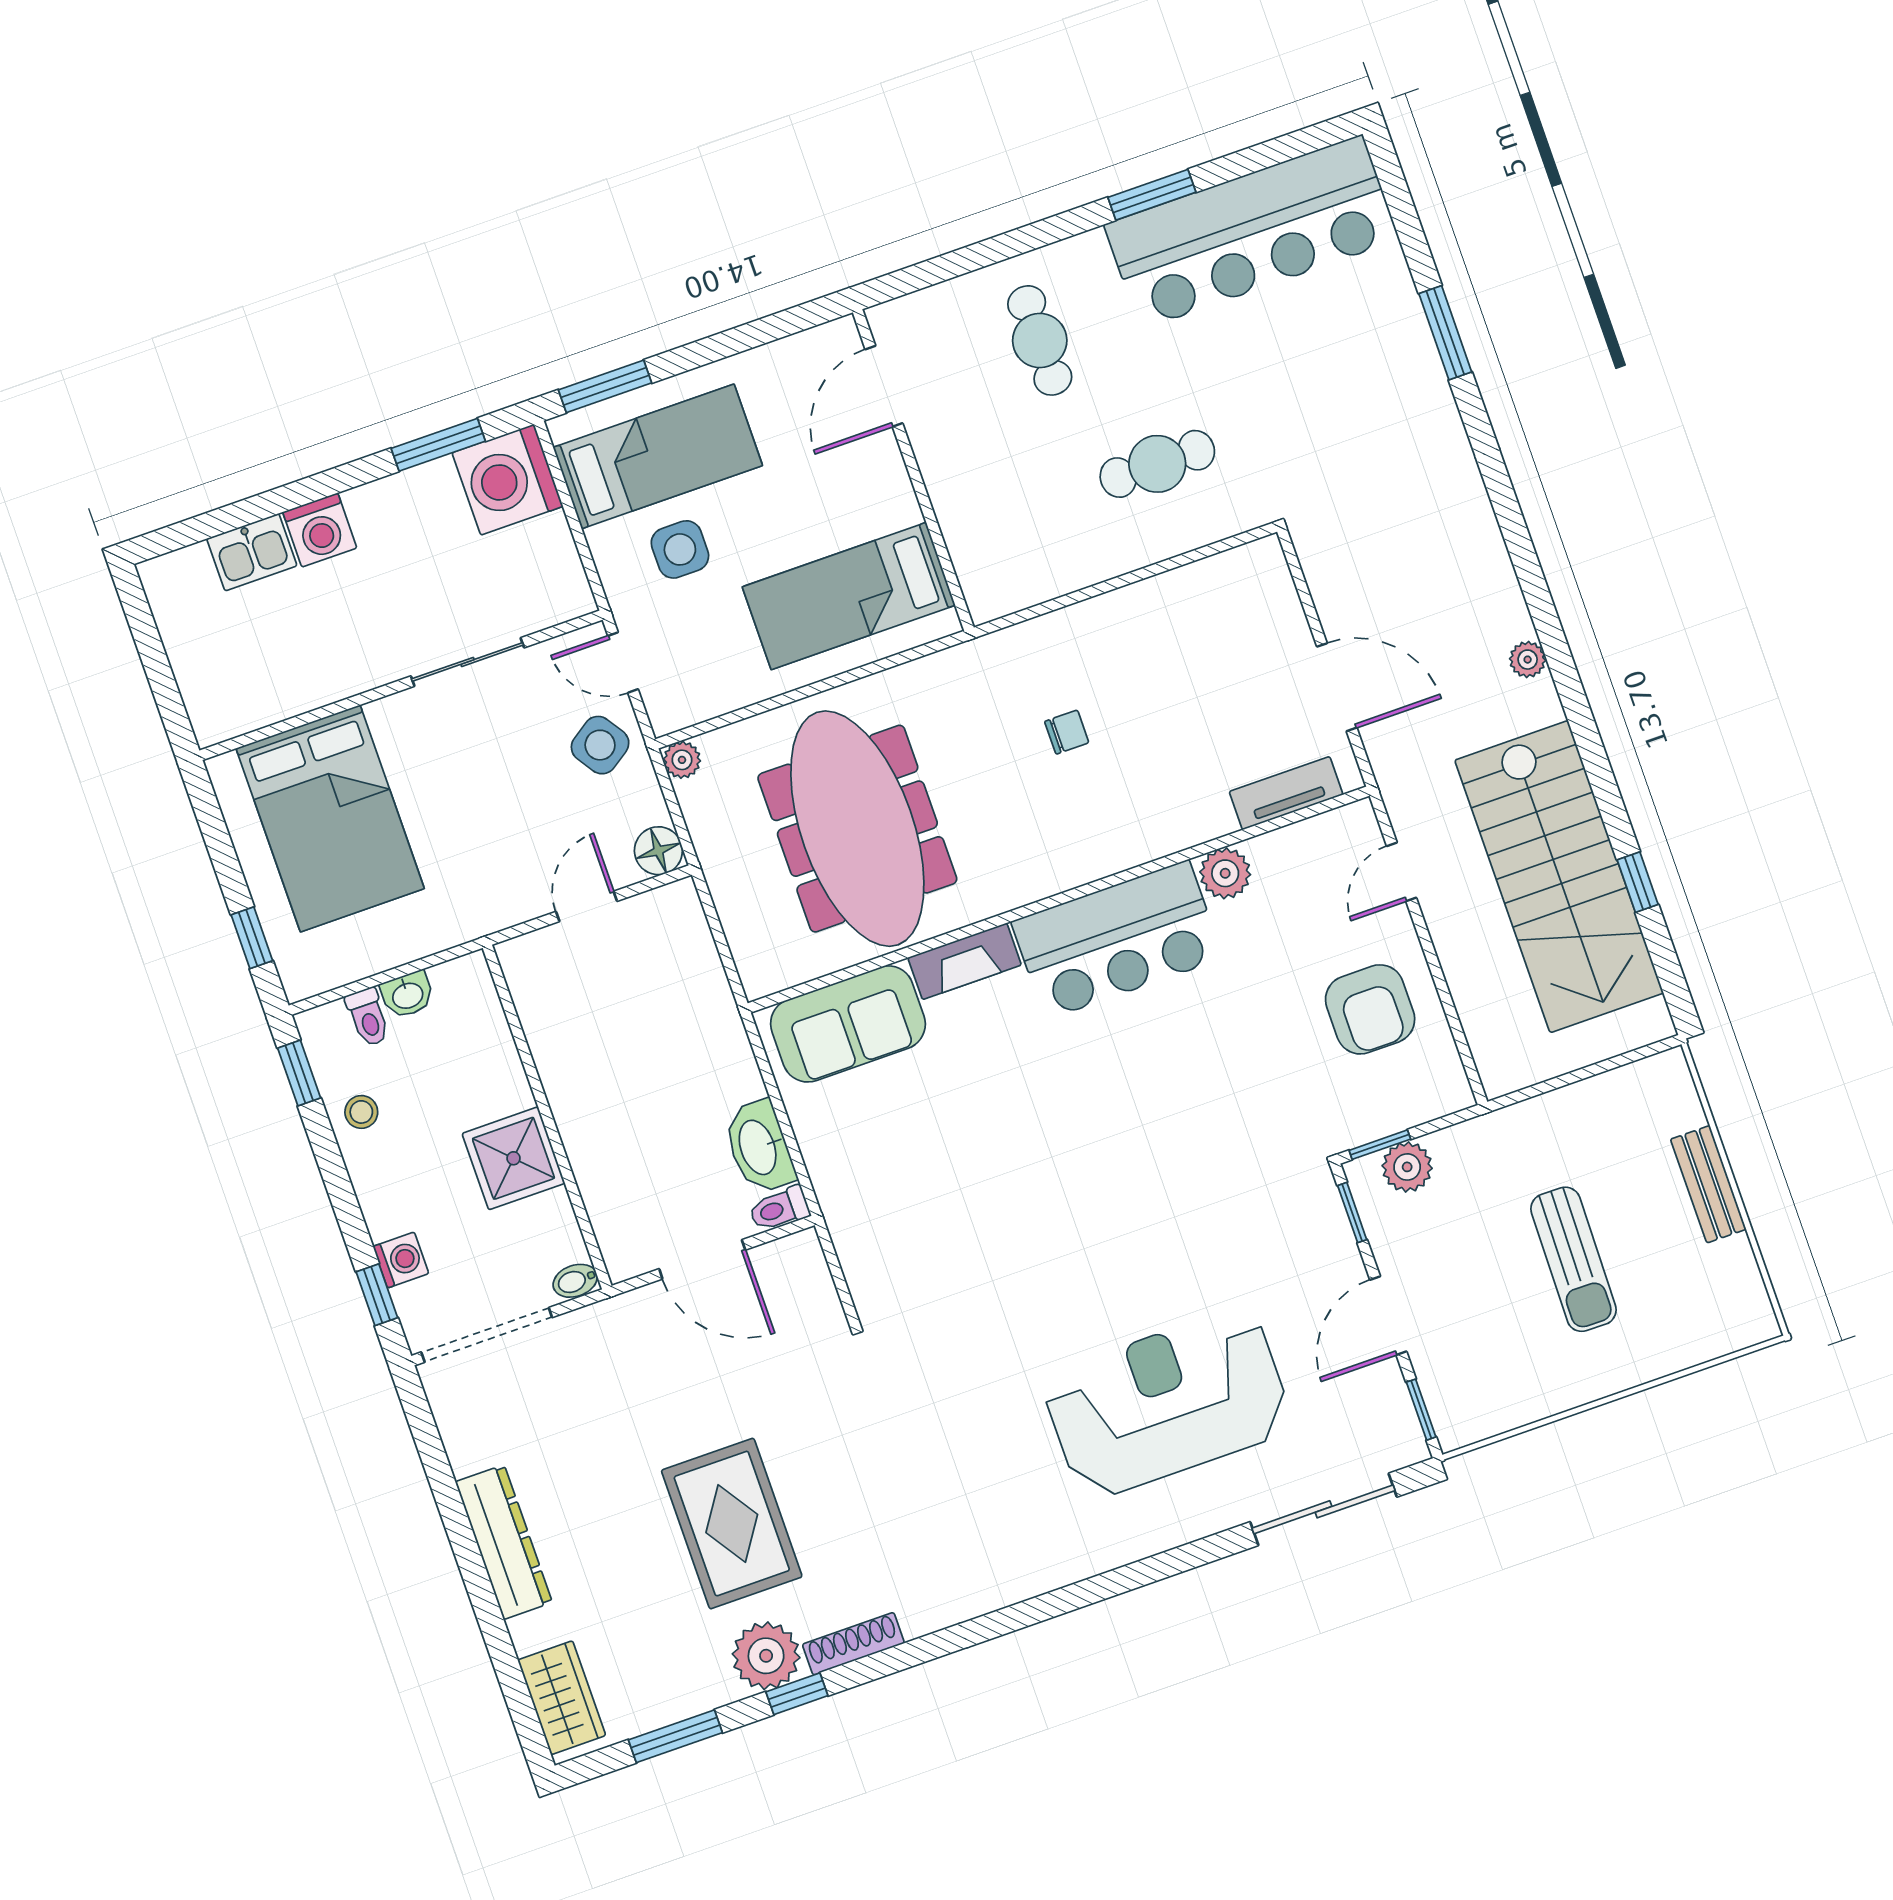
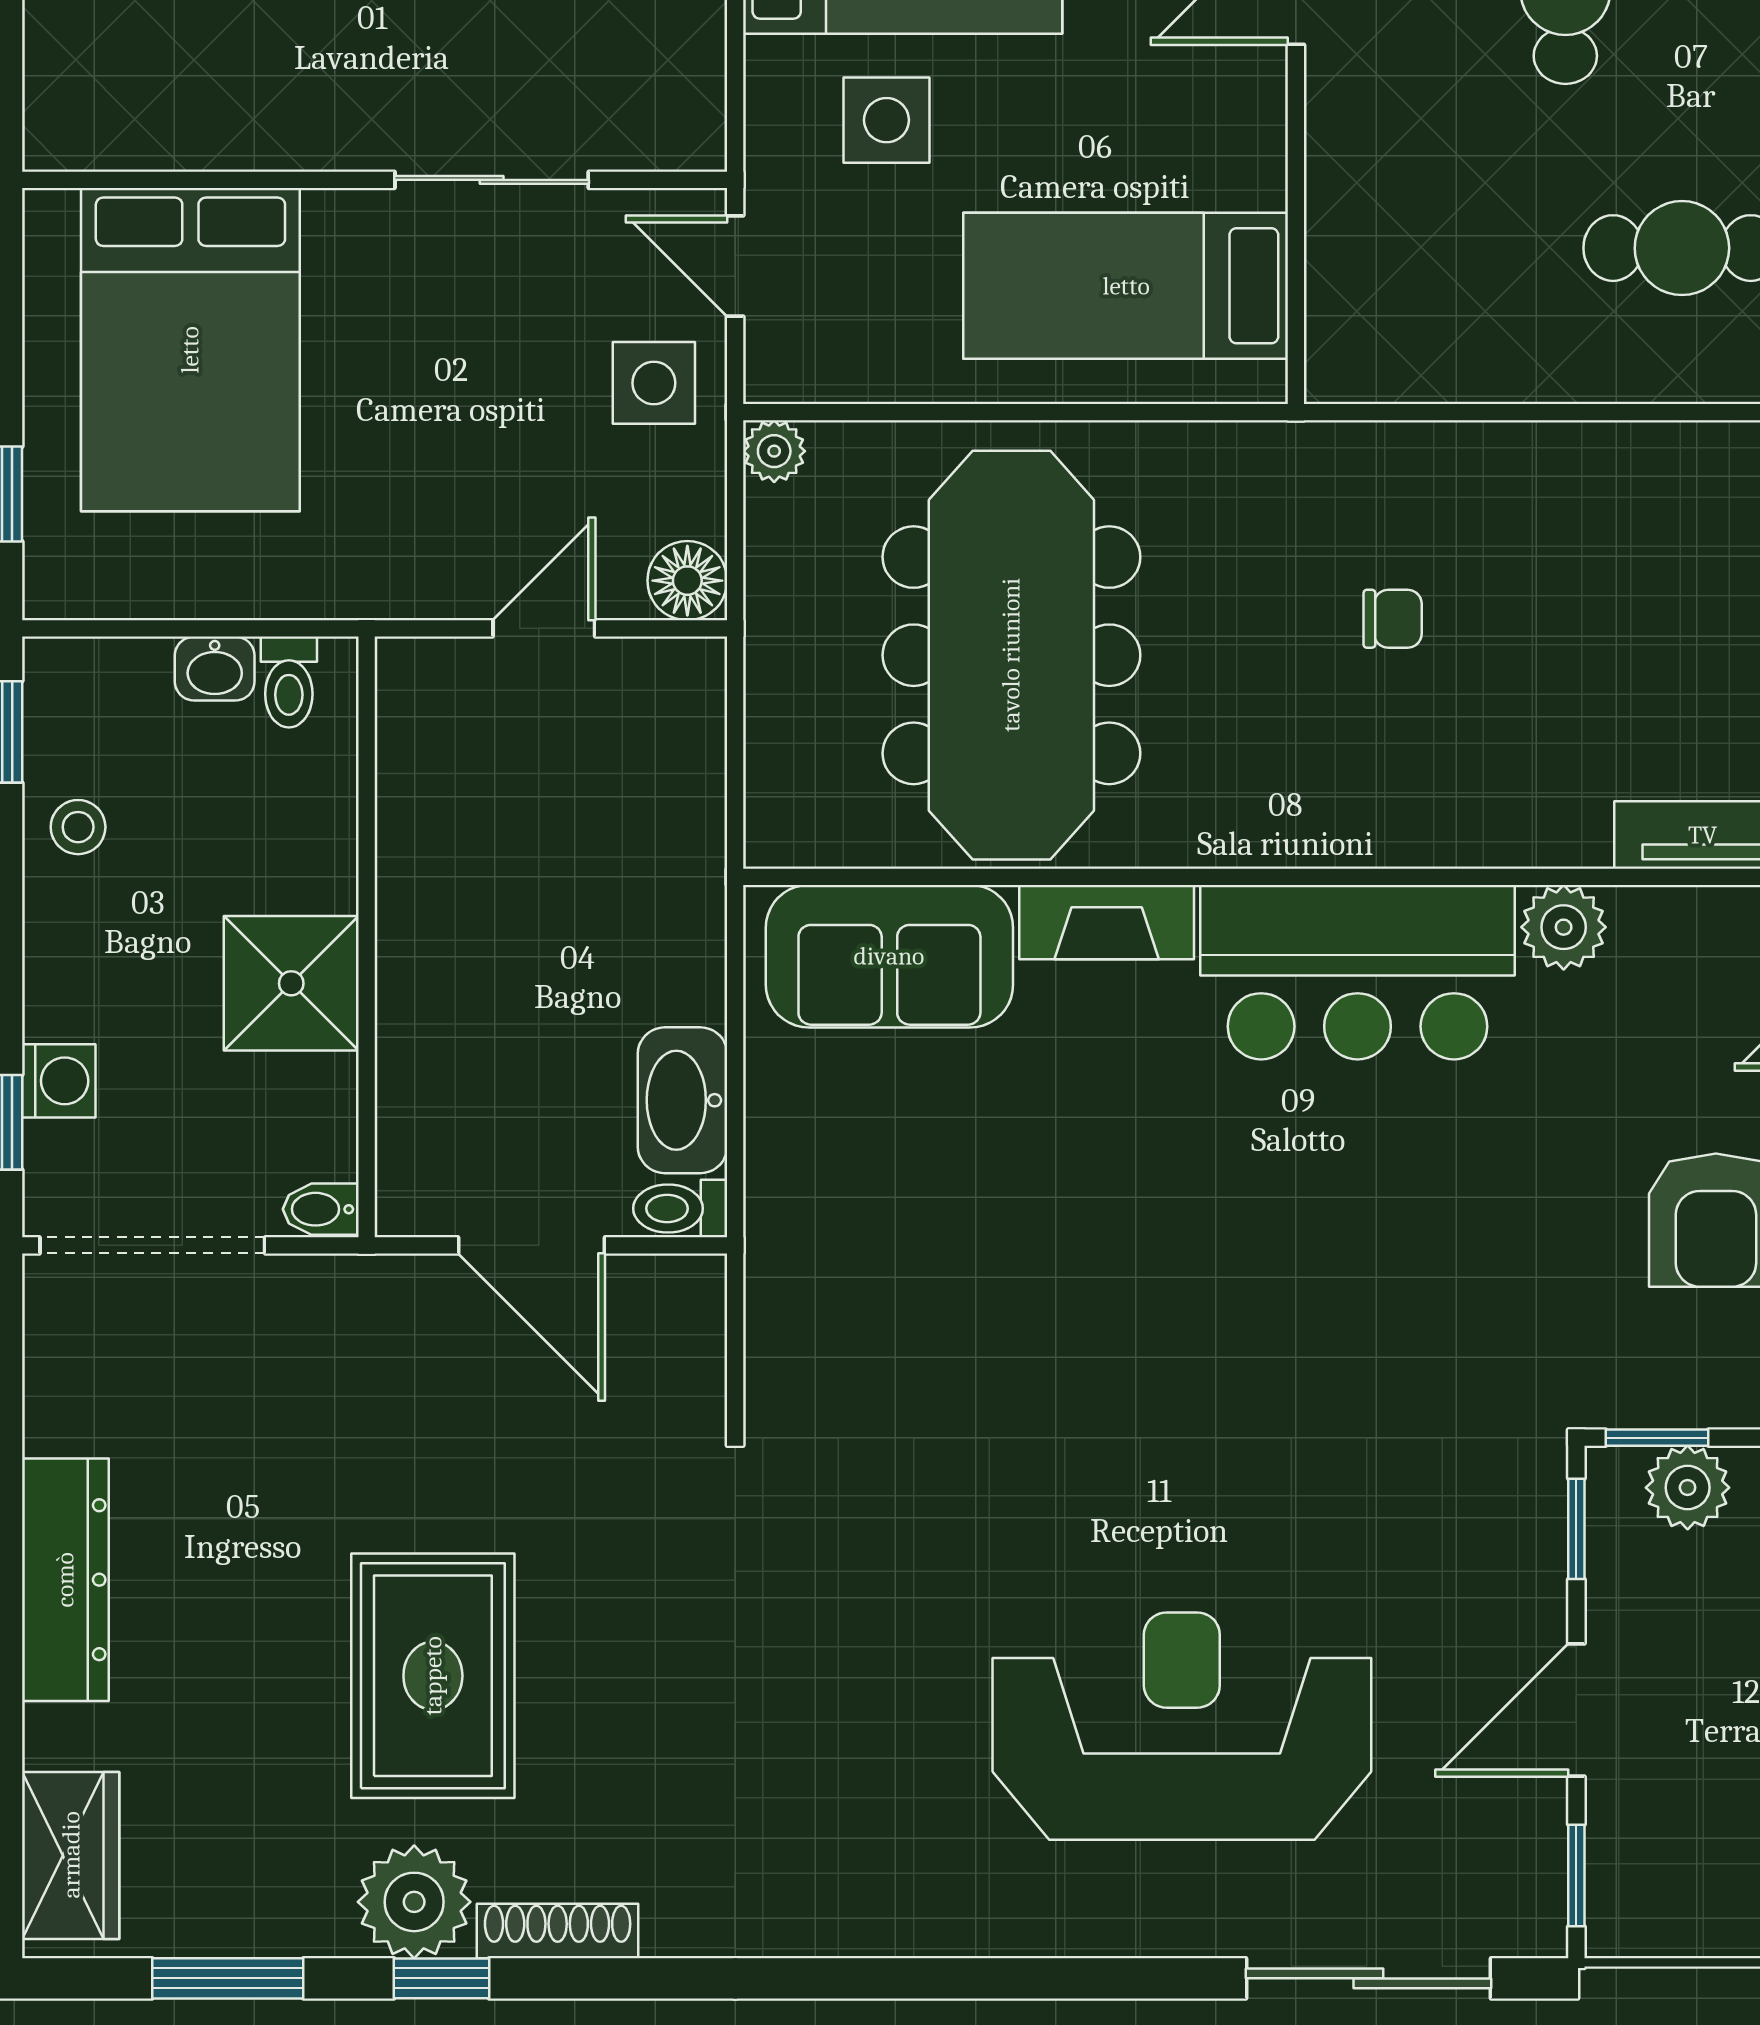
side table: (600, 745) -> (654, 383), turned 34
toilet: (368, 1017) -> (289, 682), moved

